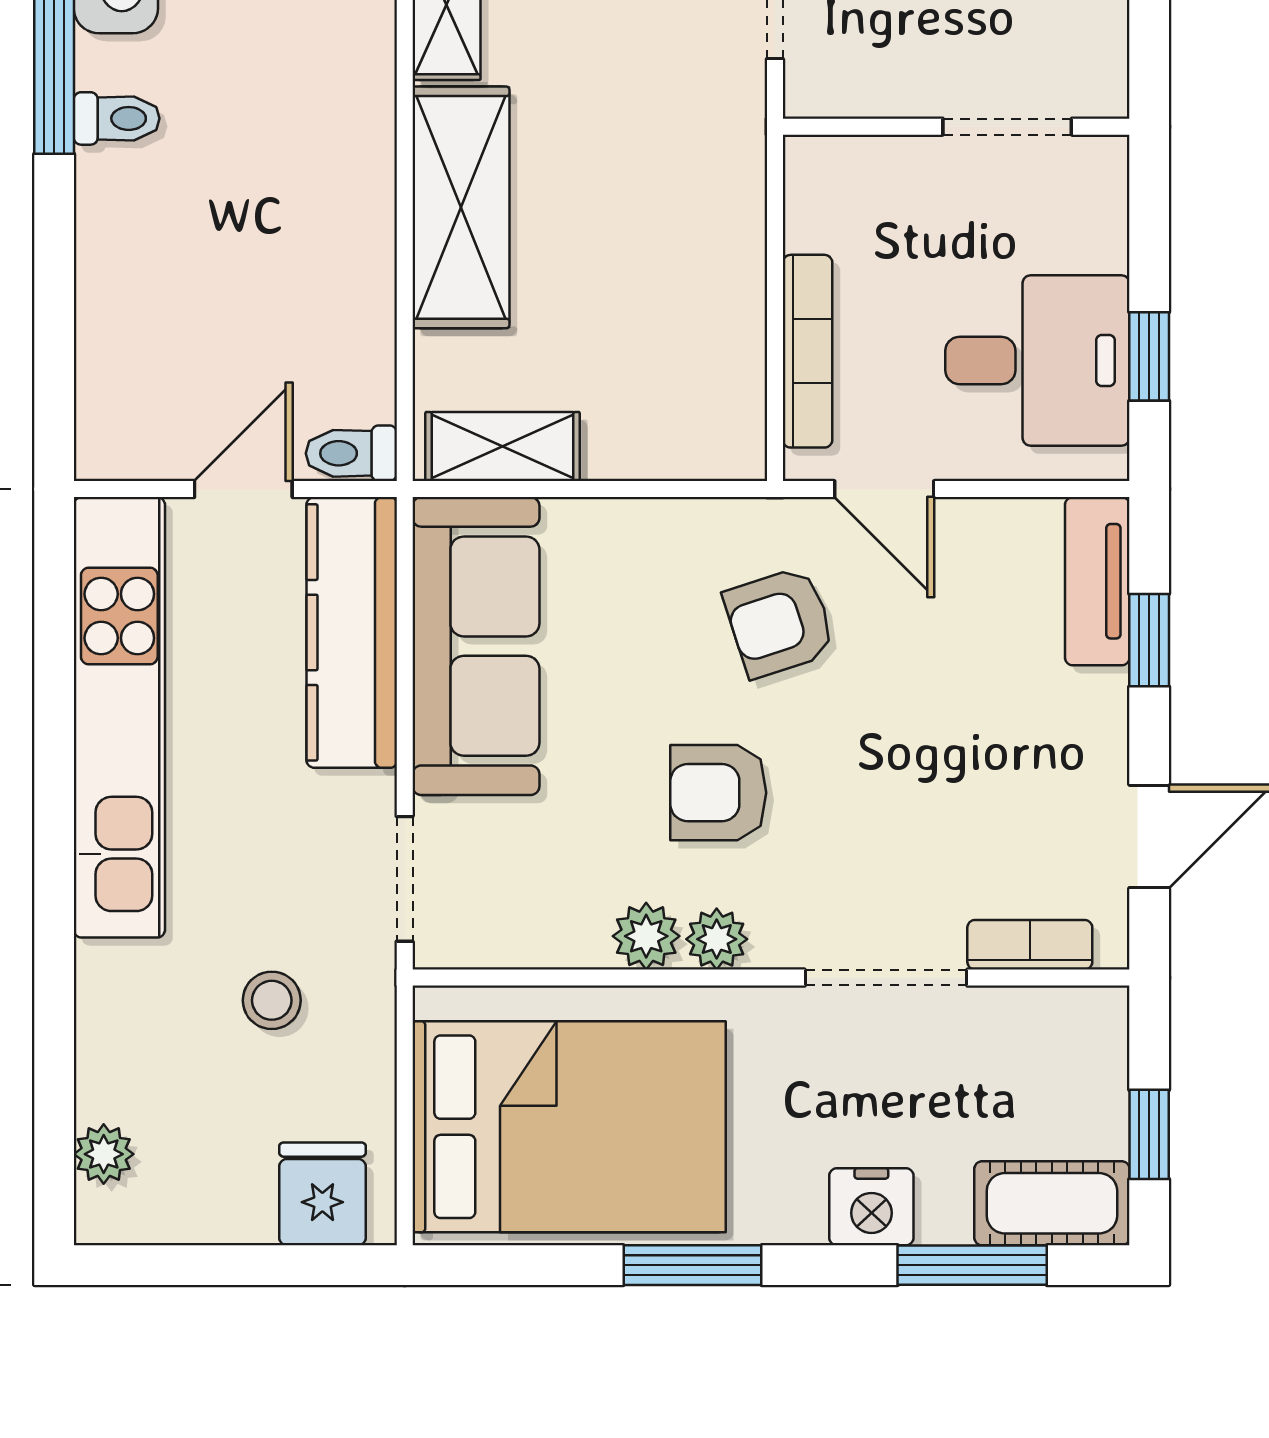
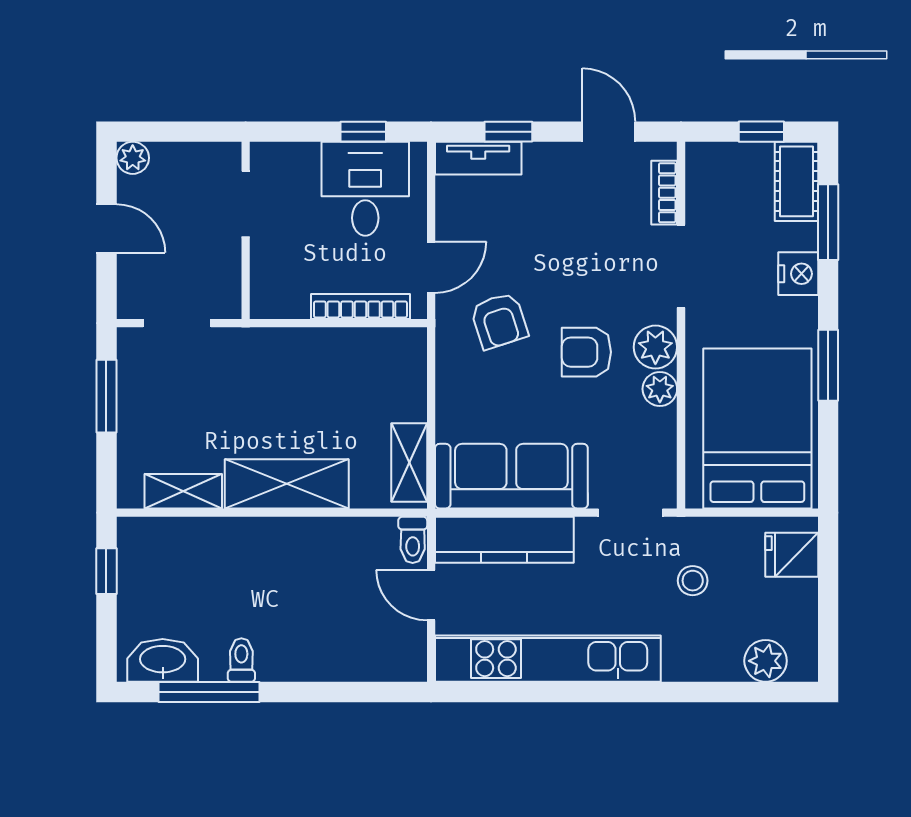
armchair: (718, 793) -> (586, 352), turned 90
plant: (717, 939) -> (655, 347), width x1.38, depth x1.38
plant: (104, 1154) -> (766, 661), width x1.38, depth x1.38

